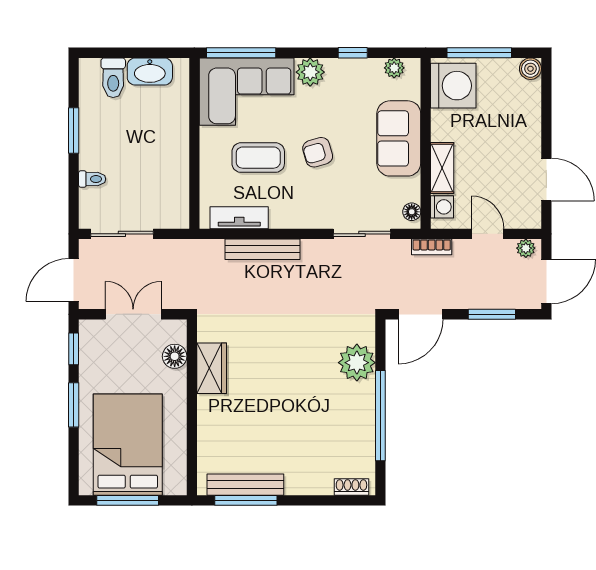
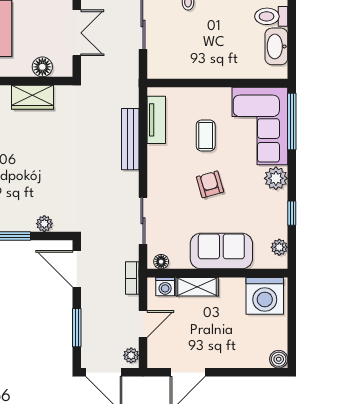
window: (479, 53) -> (292, 317), removed
coffee table: (258, 158) -> (206, 136), width x0.73, depth x0.77
plant: (357, 363) -> (44, 224), width x0.53, depth x0.53

